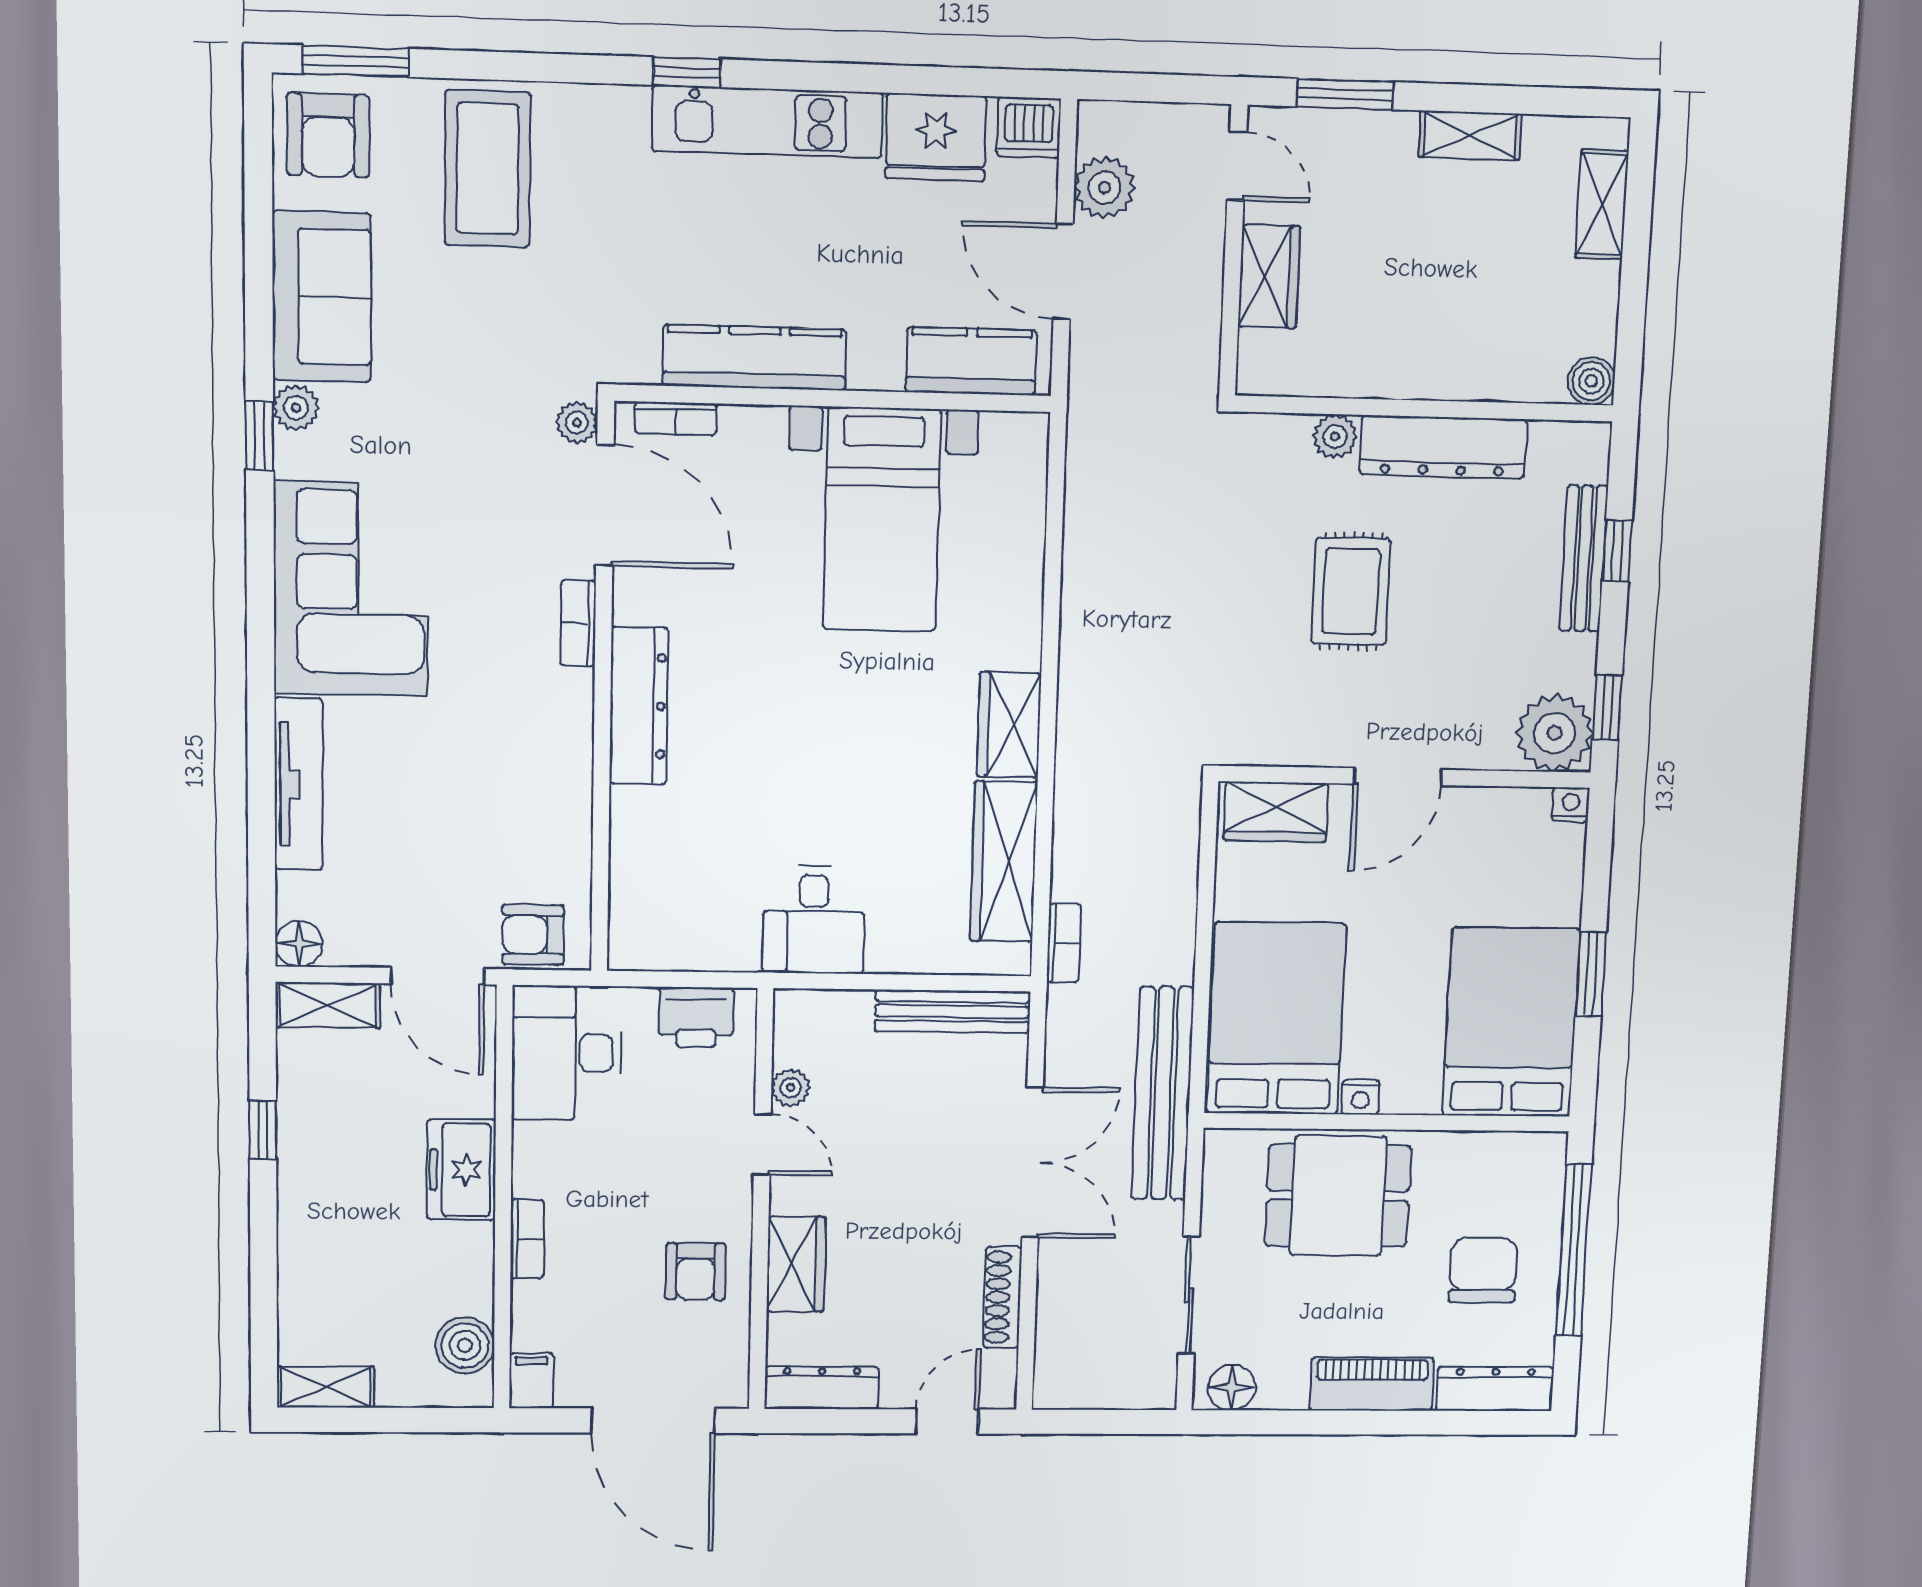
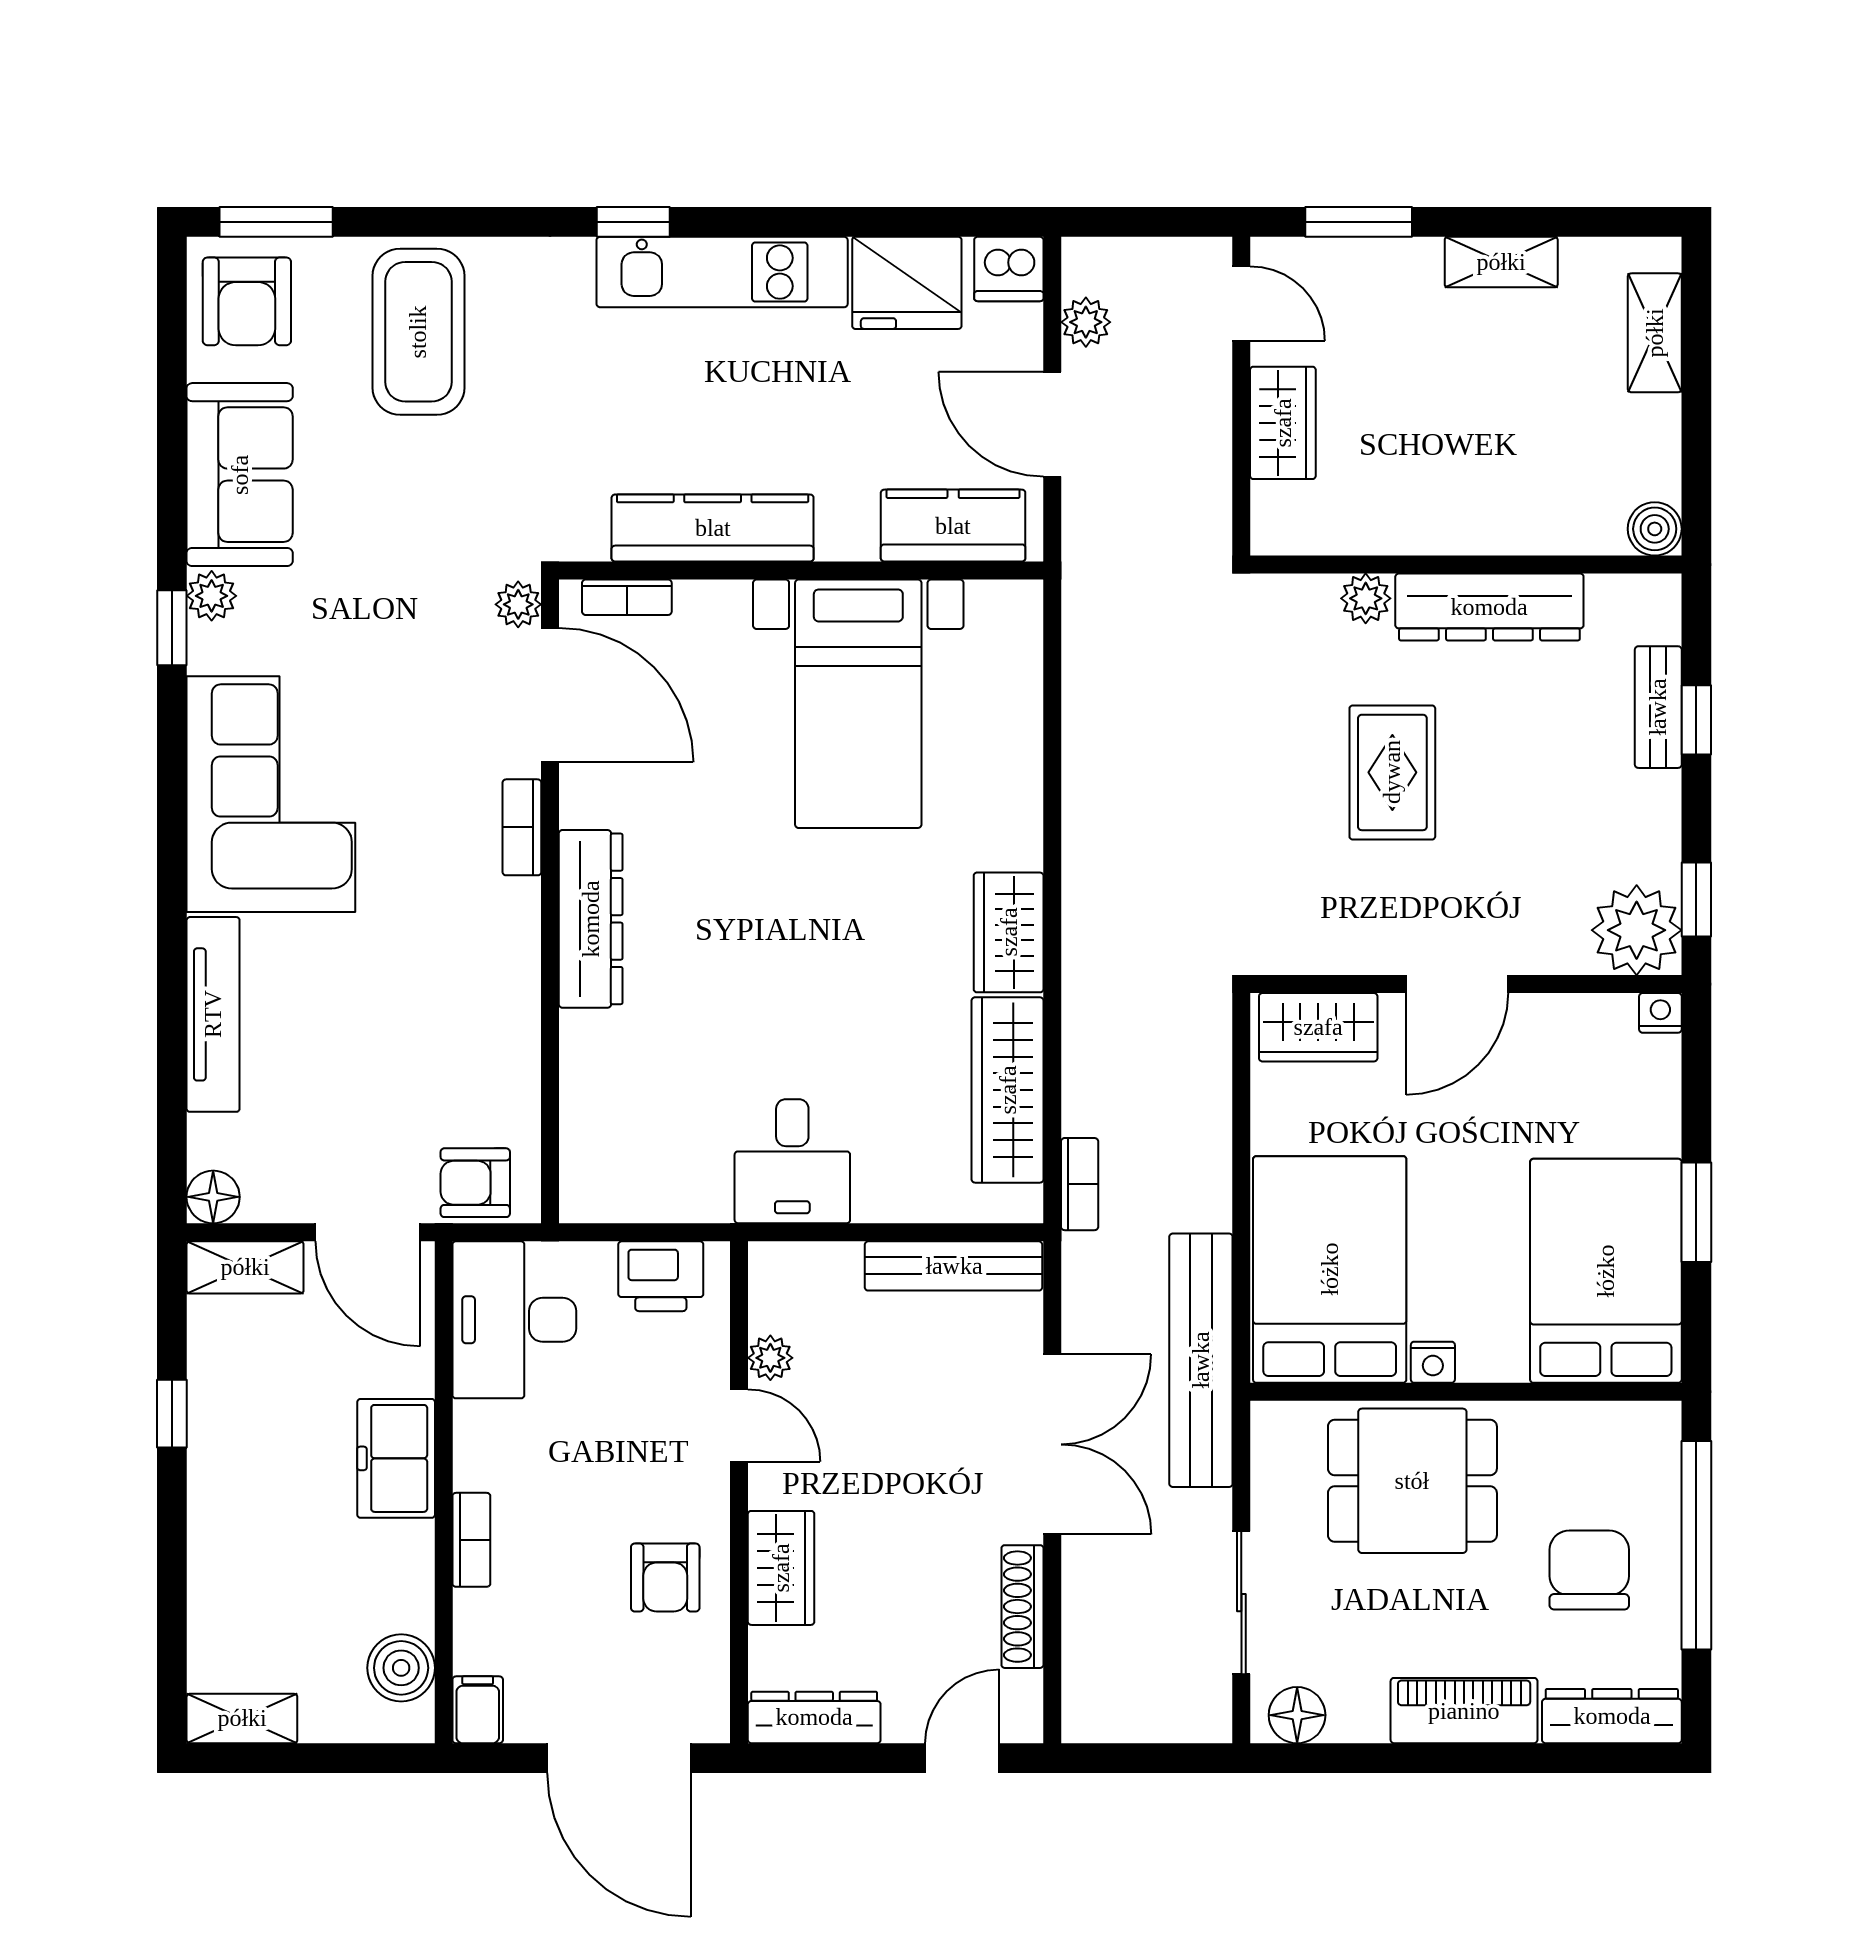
plant: (1105, 188) -> (1086, 322), width x0.73, depth x0.73
bench: (1584, 558) -> (1658, 707), width x0.73

